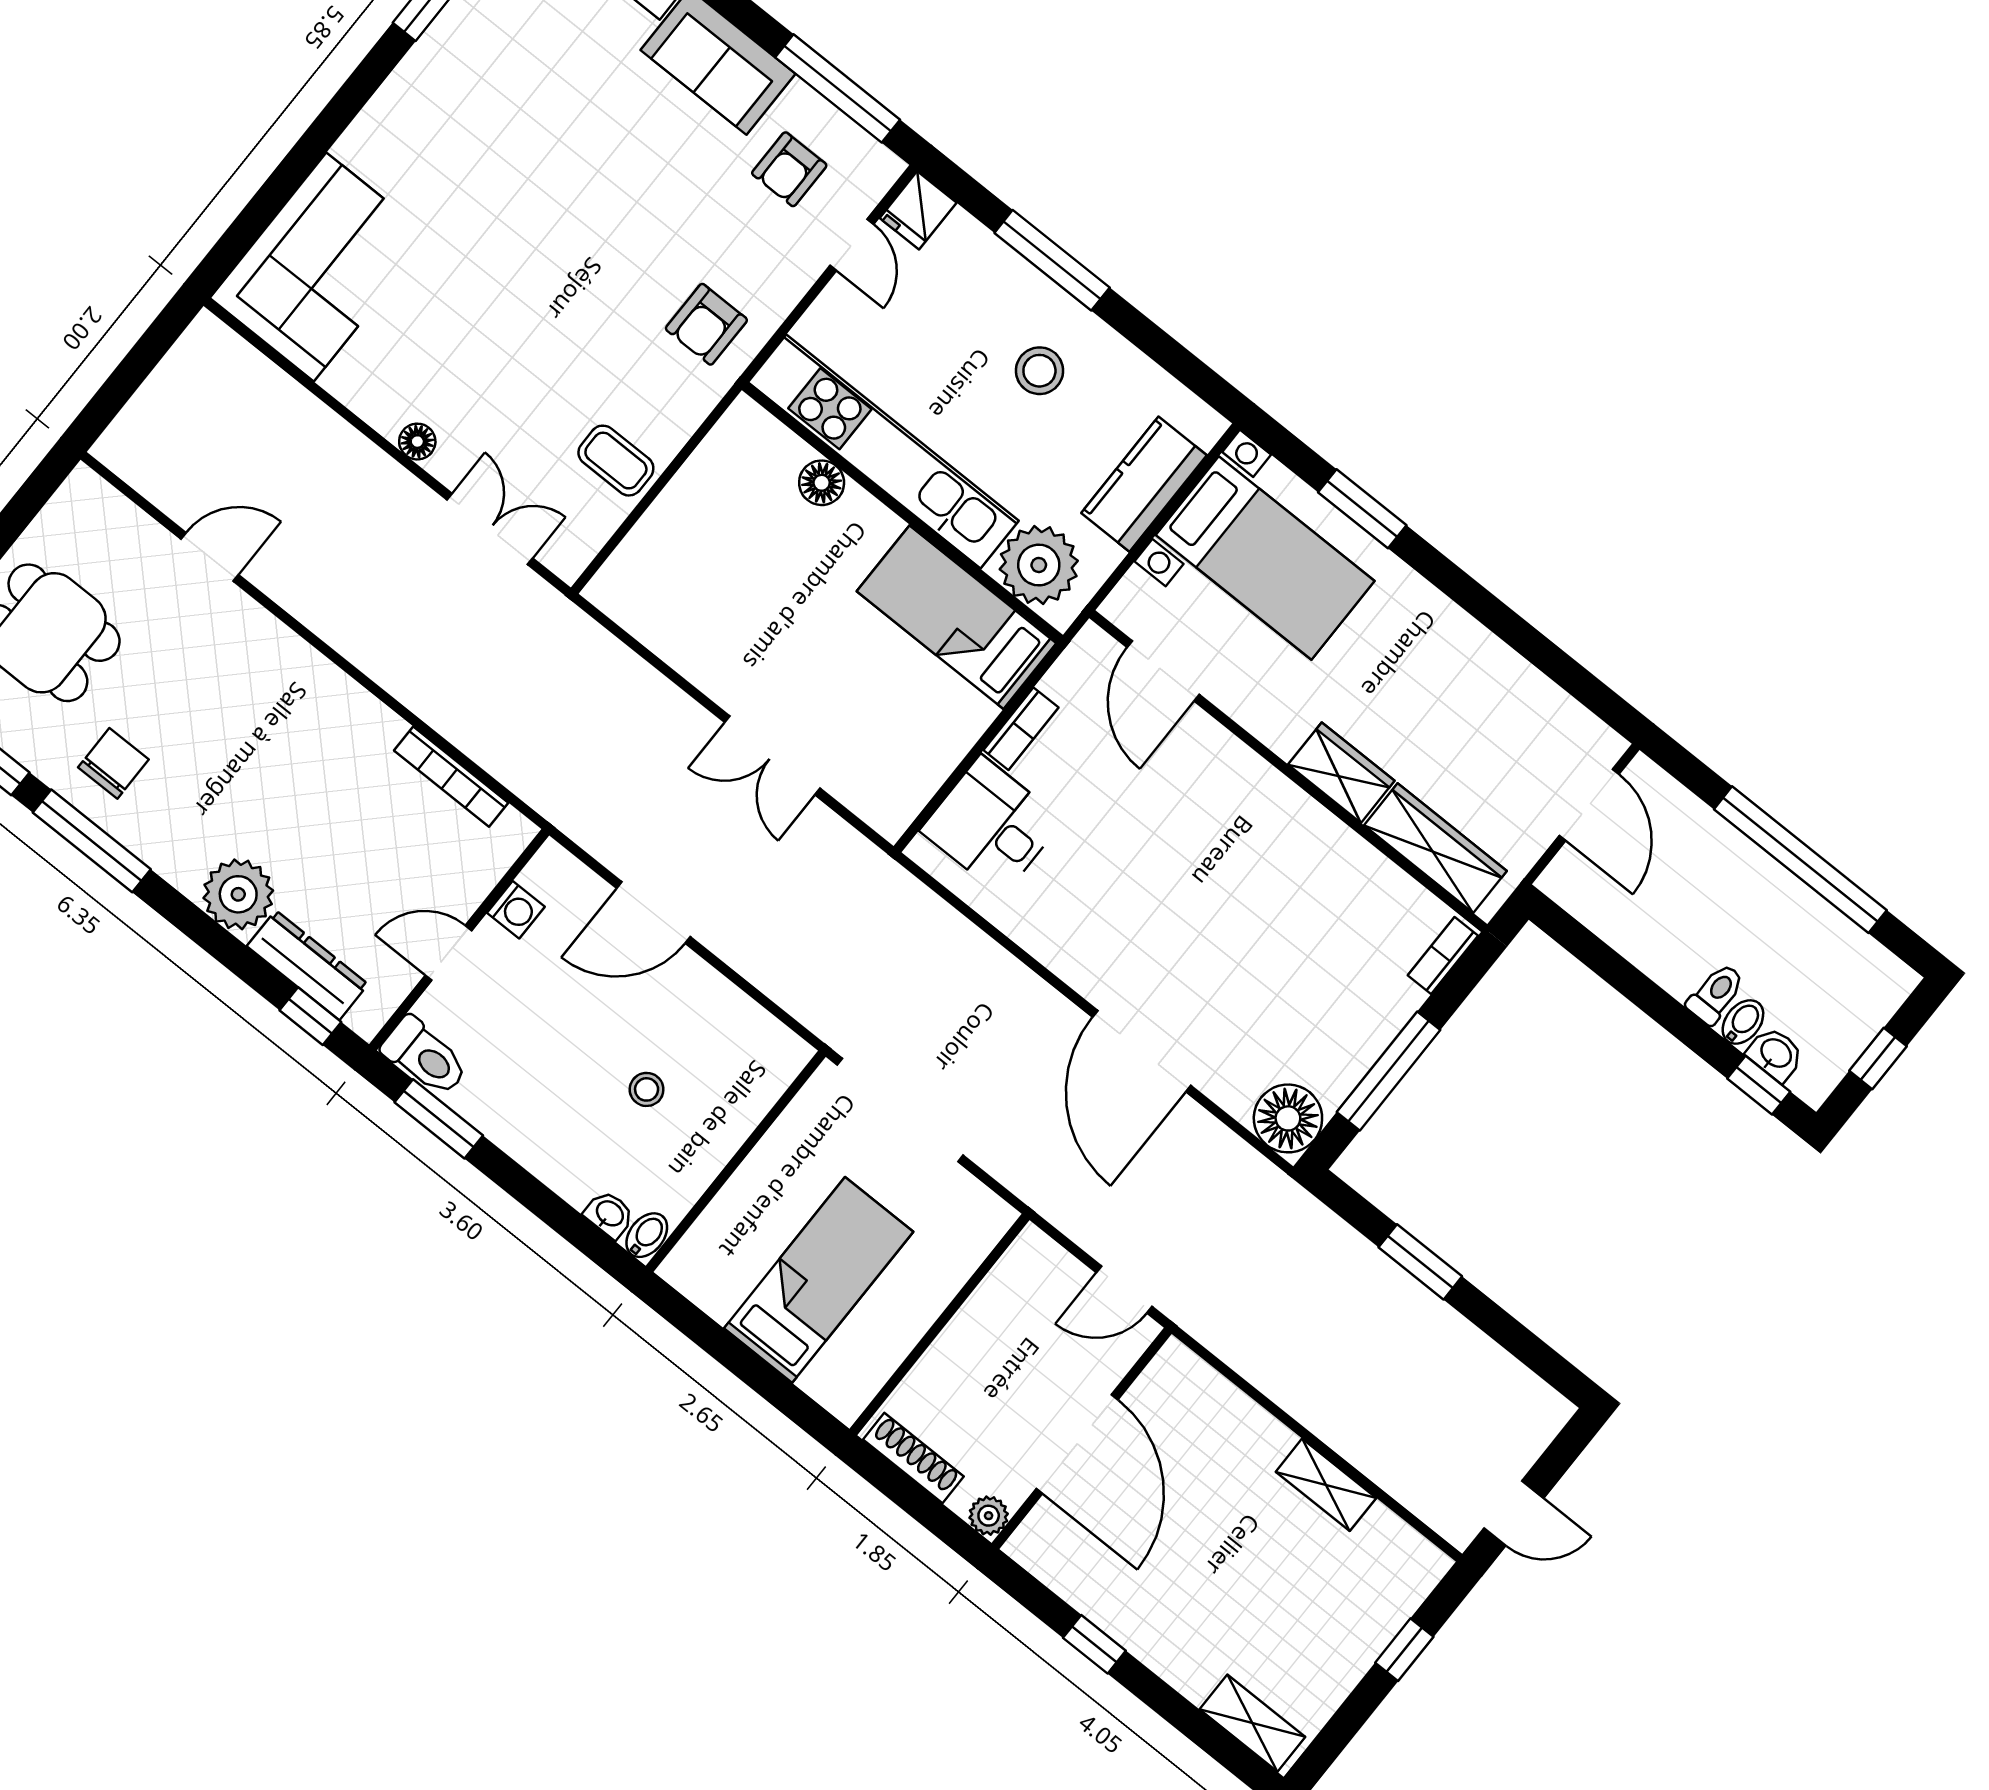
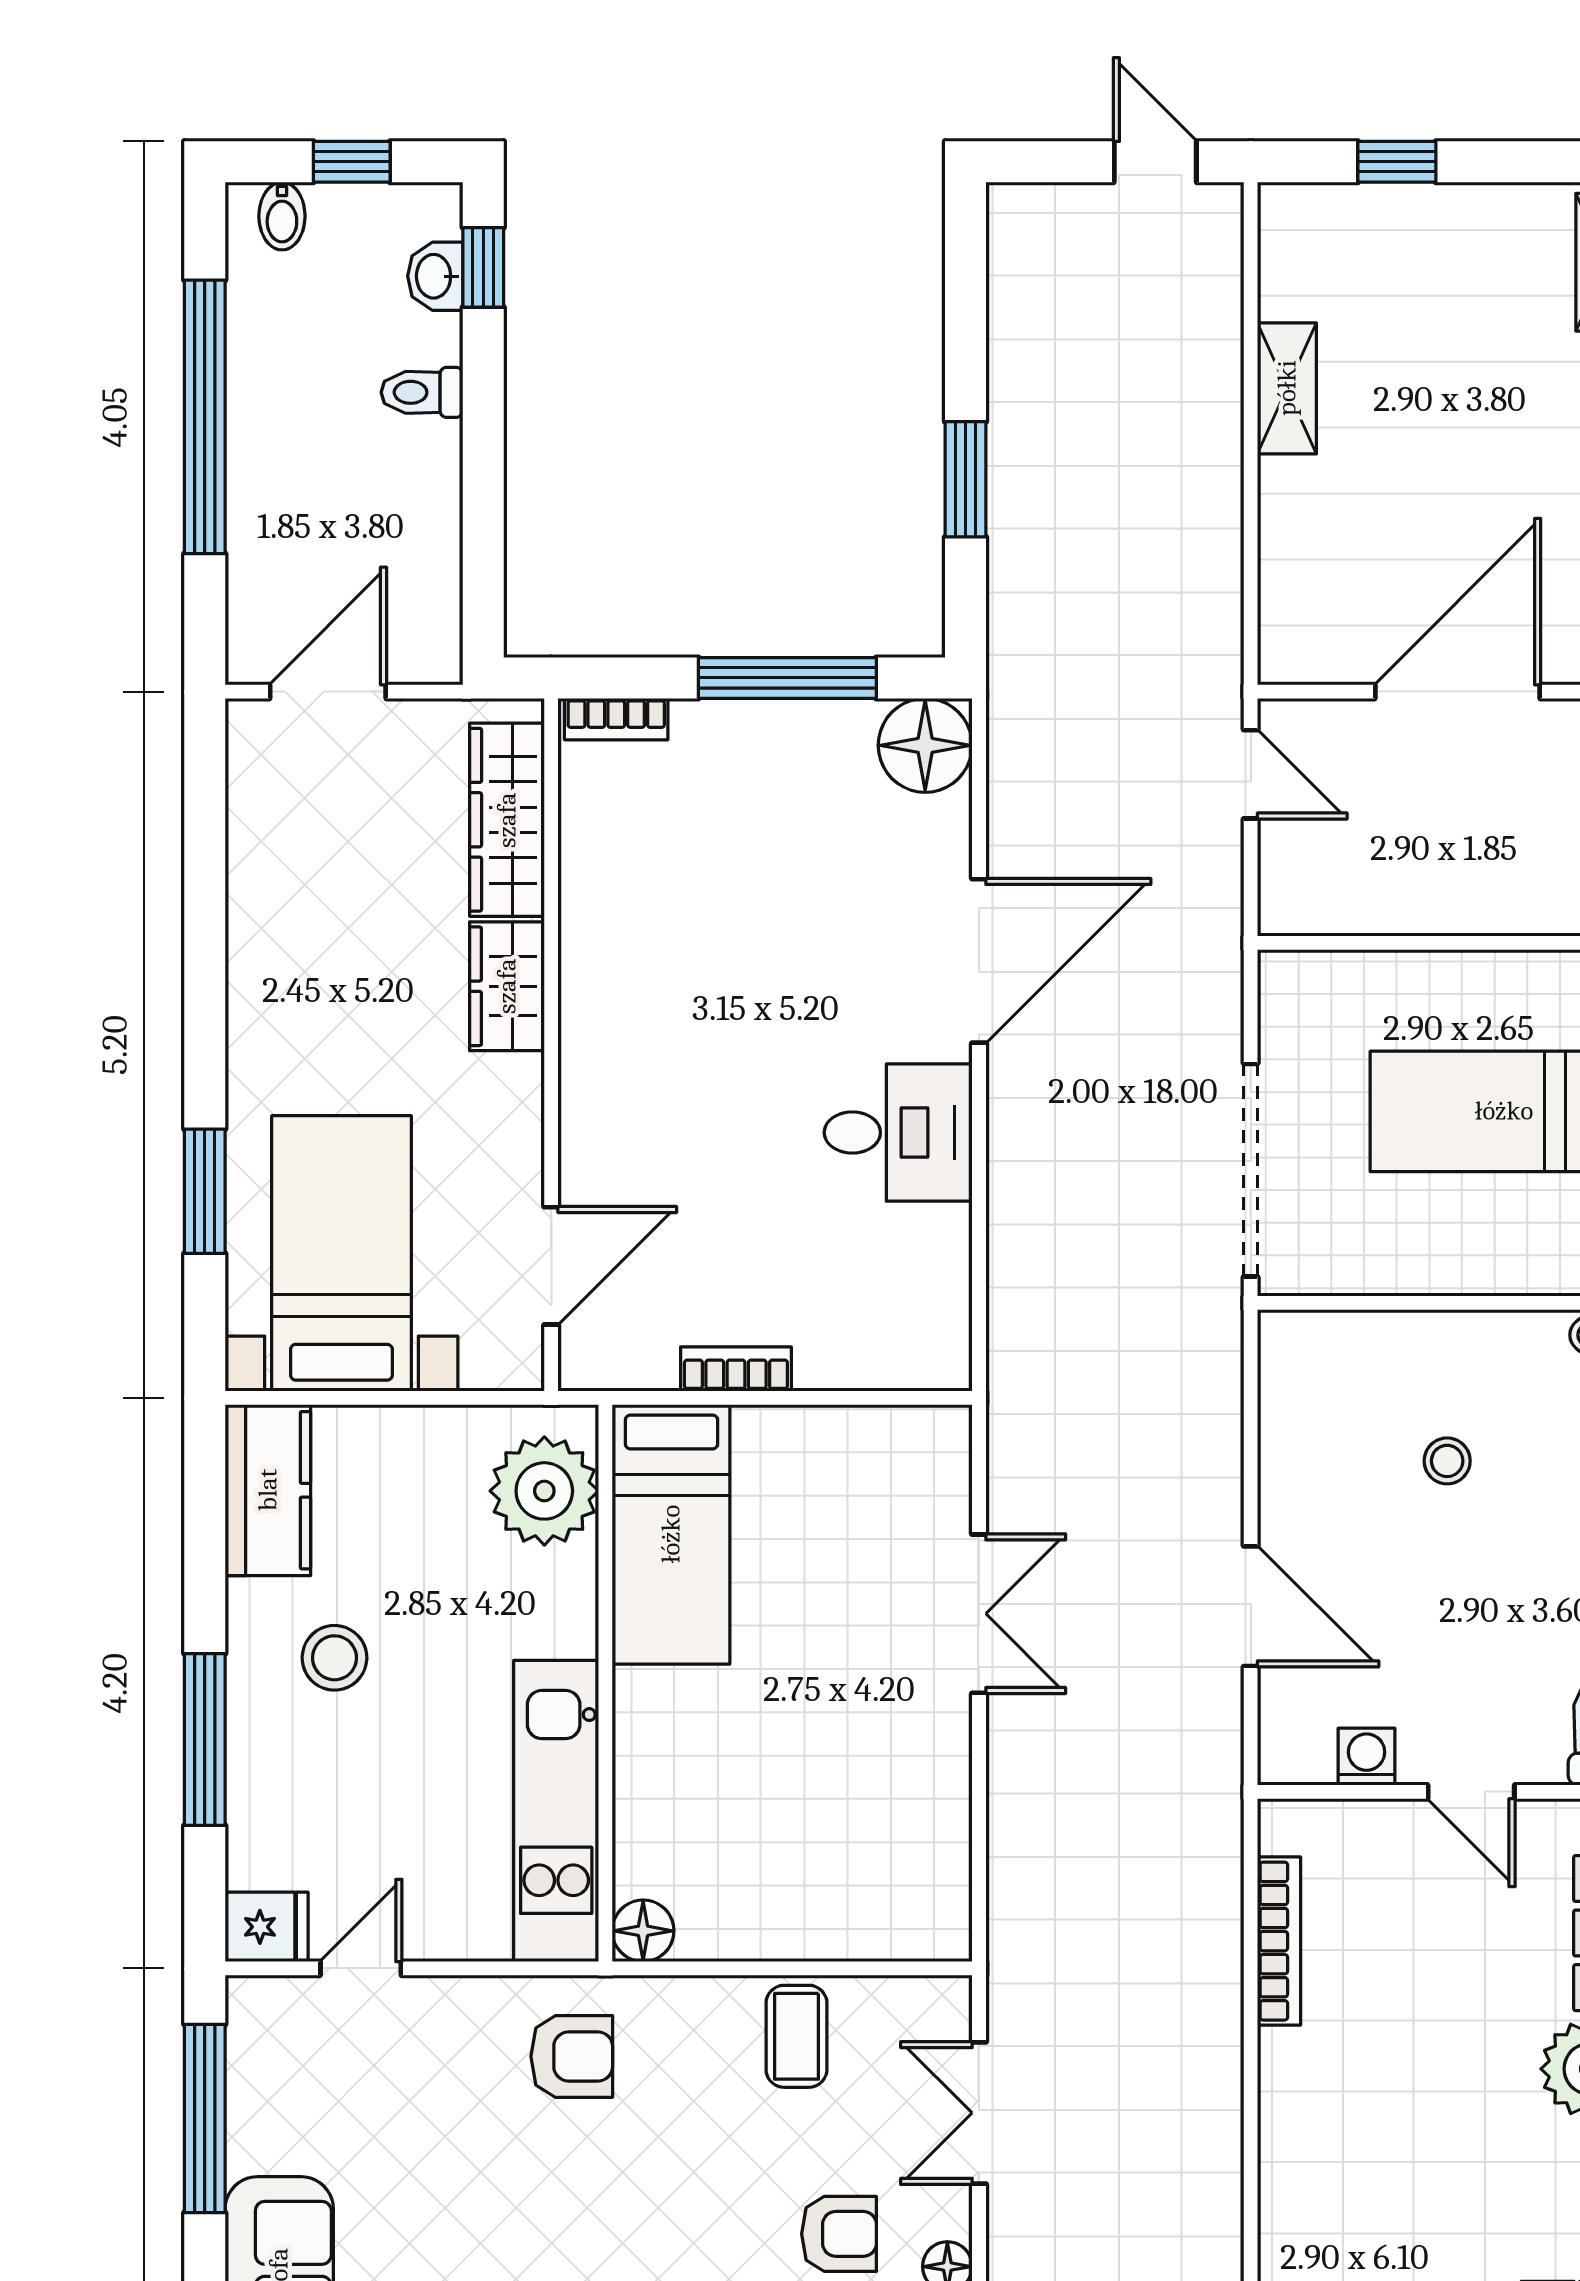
armchair: (789, 169) -> (839, 2234), moved
kitchen unit: (883, 452) -> (556, 1811), width x0.73
floor lamp: (822, 483) -> (643, 1931), moved
kitchen counter: (1144, 484) -> (268, 1490), moved, turned -90
desk: (992, 825) -> (898, 1133), moved, turned -90
bidet: (1743, 1022) -> (282, 216), moved, turned -90

